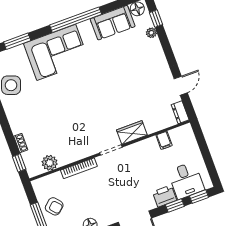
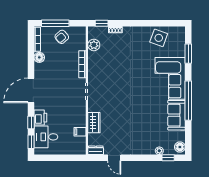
sofa: (113, 23) -> (176, 115), moved
wardrobe: (132, 132) -> (94, 123), moved

